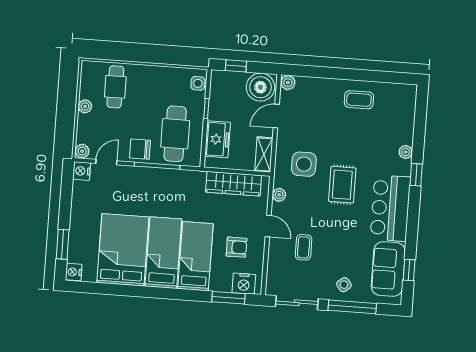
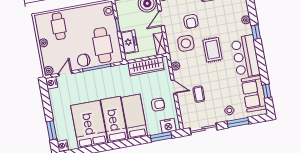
armchair: (320, 132) -> (191, 21), added
window: (352, 307) -> (238, 123), width x0.69

